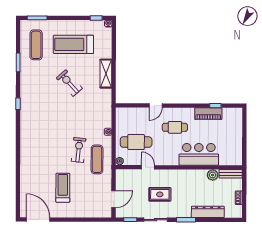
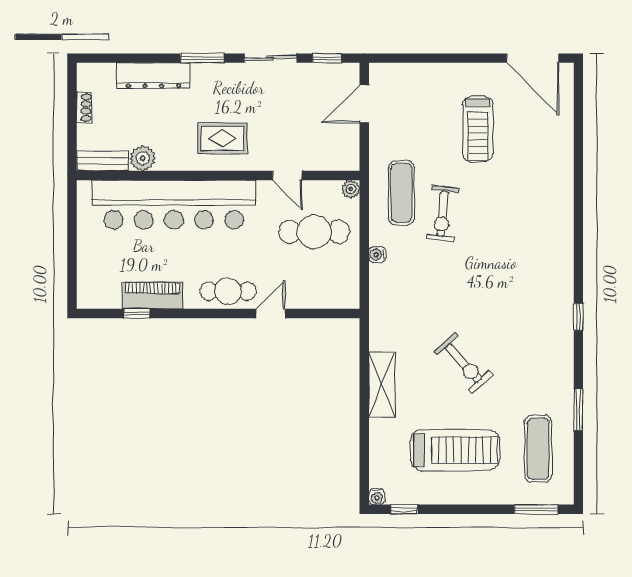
cafe table: (175, 127) -> (228, 291), moved
bar counter: (199, 154) -> (174, 205), width x1.86
rug: (160, 194) -> (222, 138), moved

